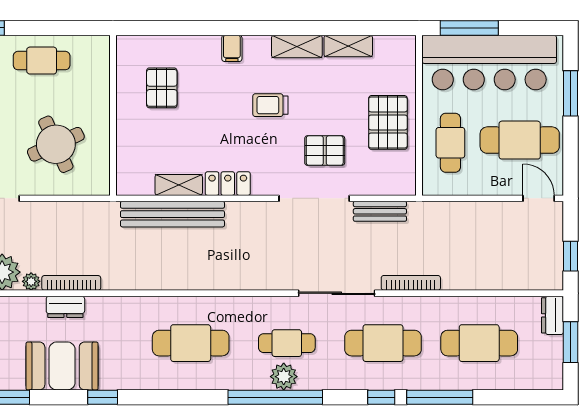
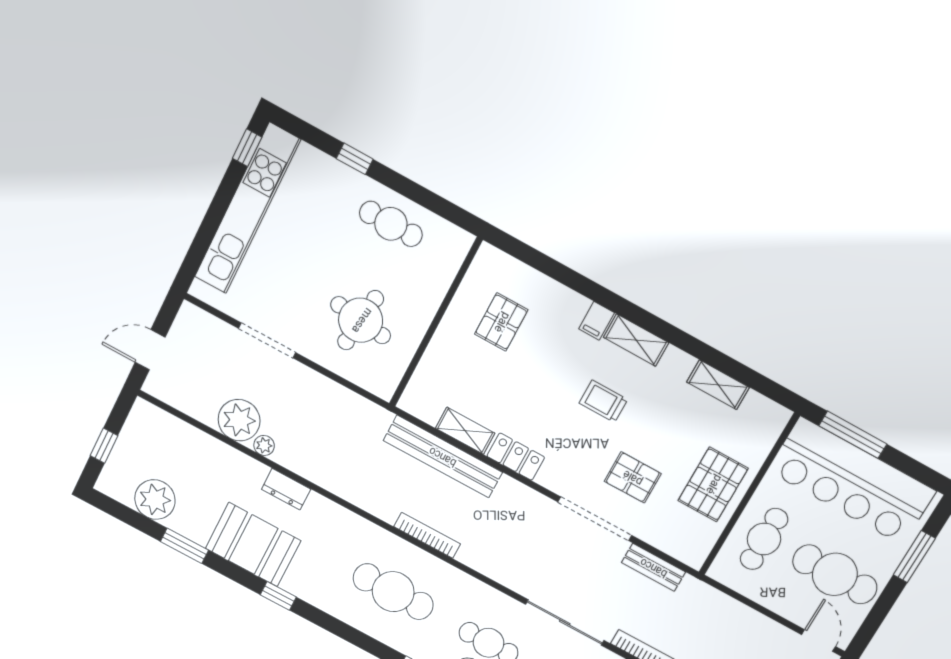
shelving: (297, 46) -> (636, 340), moved
round table: (56, 144) -> (361, 320), turned 31
bookcase: (71, 283) -> (427, 535), moved

